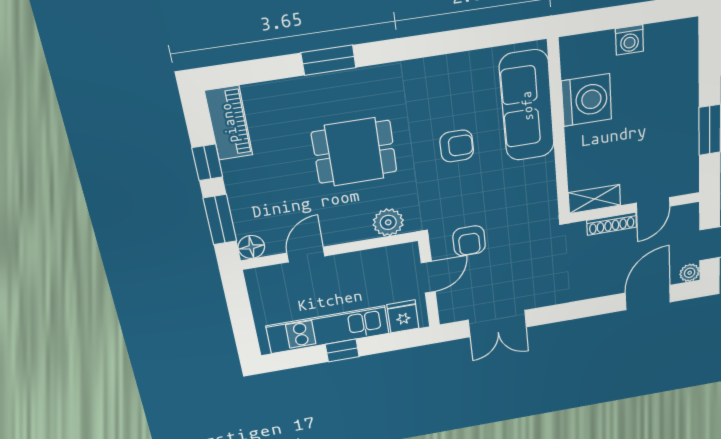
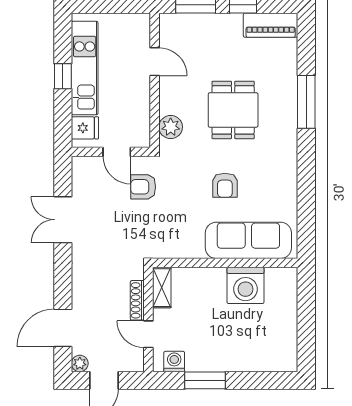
washing machine: (629, 40) -> (174, 361), moved, turned 90
window: (328, 60) -> (306, 102), width x1.44
floor lamp: (251, 247) -> (169, 23), removed
door: (648, 298) -> (63, 328), swing flipped
double door: (497, 324) -> (63, 220), moved

